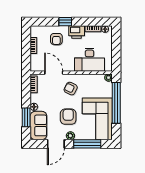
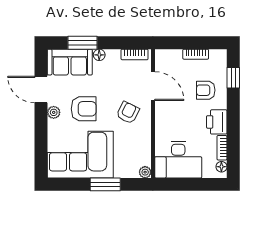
window: (65, 22) -> (233, 78), moved
desk: (90, 60) -> (178, 160), moved, turned -90
door: (54, 73) -> (153, 86), hinge flipped
window: (116, 103) -> (105, 184), width x0.47
window: (87, 144) -> (41, 139), removed

